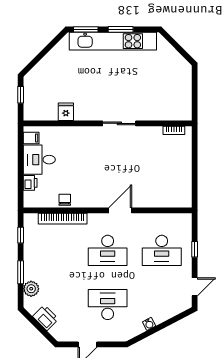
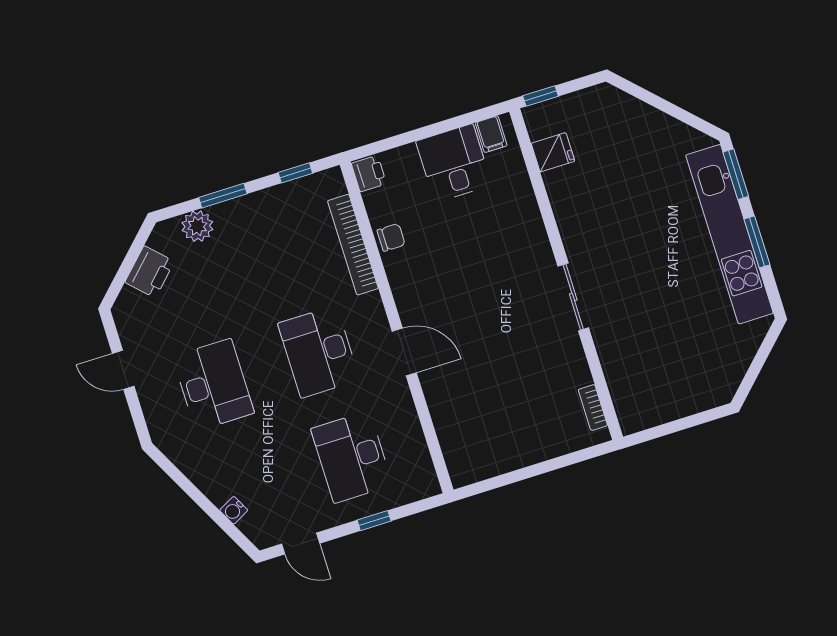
window: (21, 95) -> (541, 96), moved
fridge: (66, 112) -> (553, 152), moved
printer: (30, 183) -> (369, 174), moved, turned -90
water cooler: (149, 324) -> (234, 510), moved

